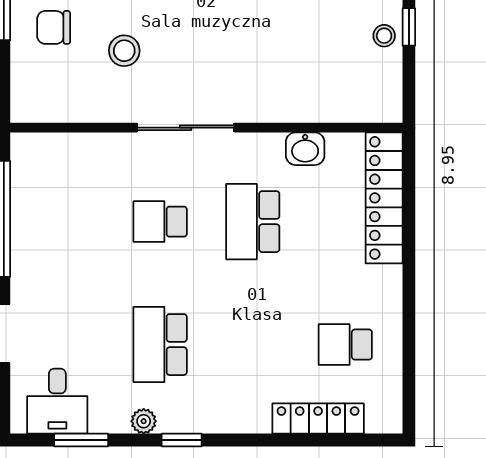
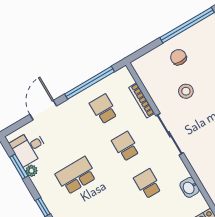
bookcase: (93, 142) -> (142, 100), added
school desk: (68, 222) -> (104, 109), added
school desk: (253, 222) -> (148, 184), width x0.54
plant: (144, 421) -> (31, 171), moved

